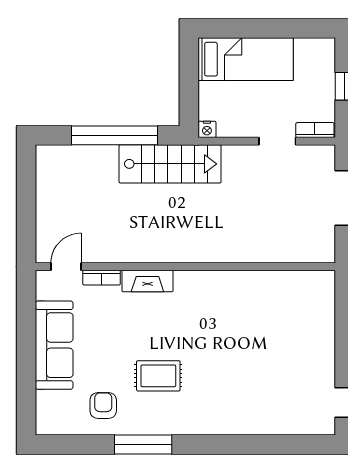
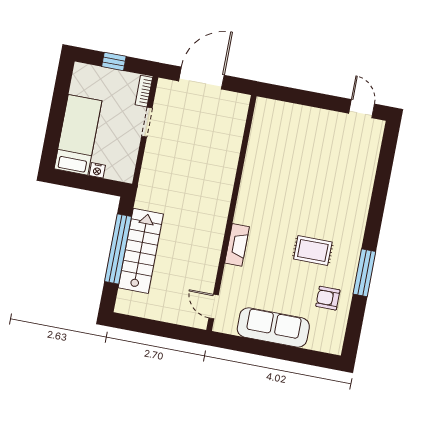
nightstand: (207, 129) -> (97, 170), moved, turned 90
stairs: (170, 164) -> (141, 251), moved
bookcase: (102, 278) -> (227, 280), removed
rug: (158, 376) -> (313, 251), turned 90

